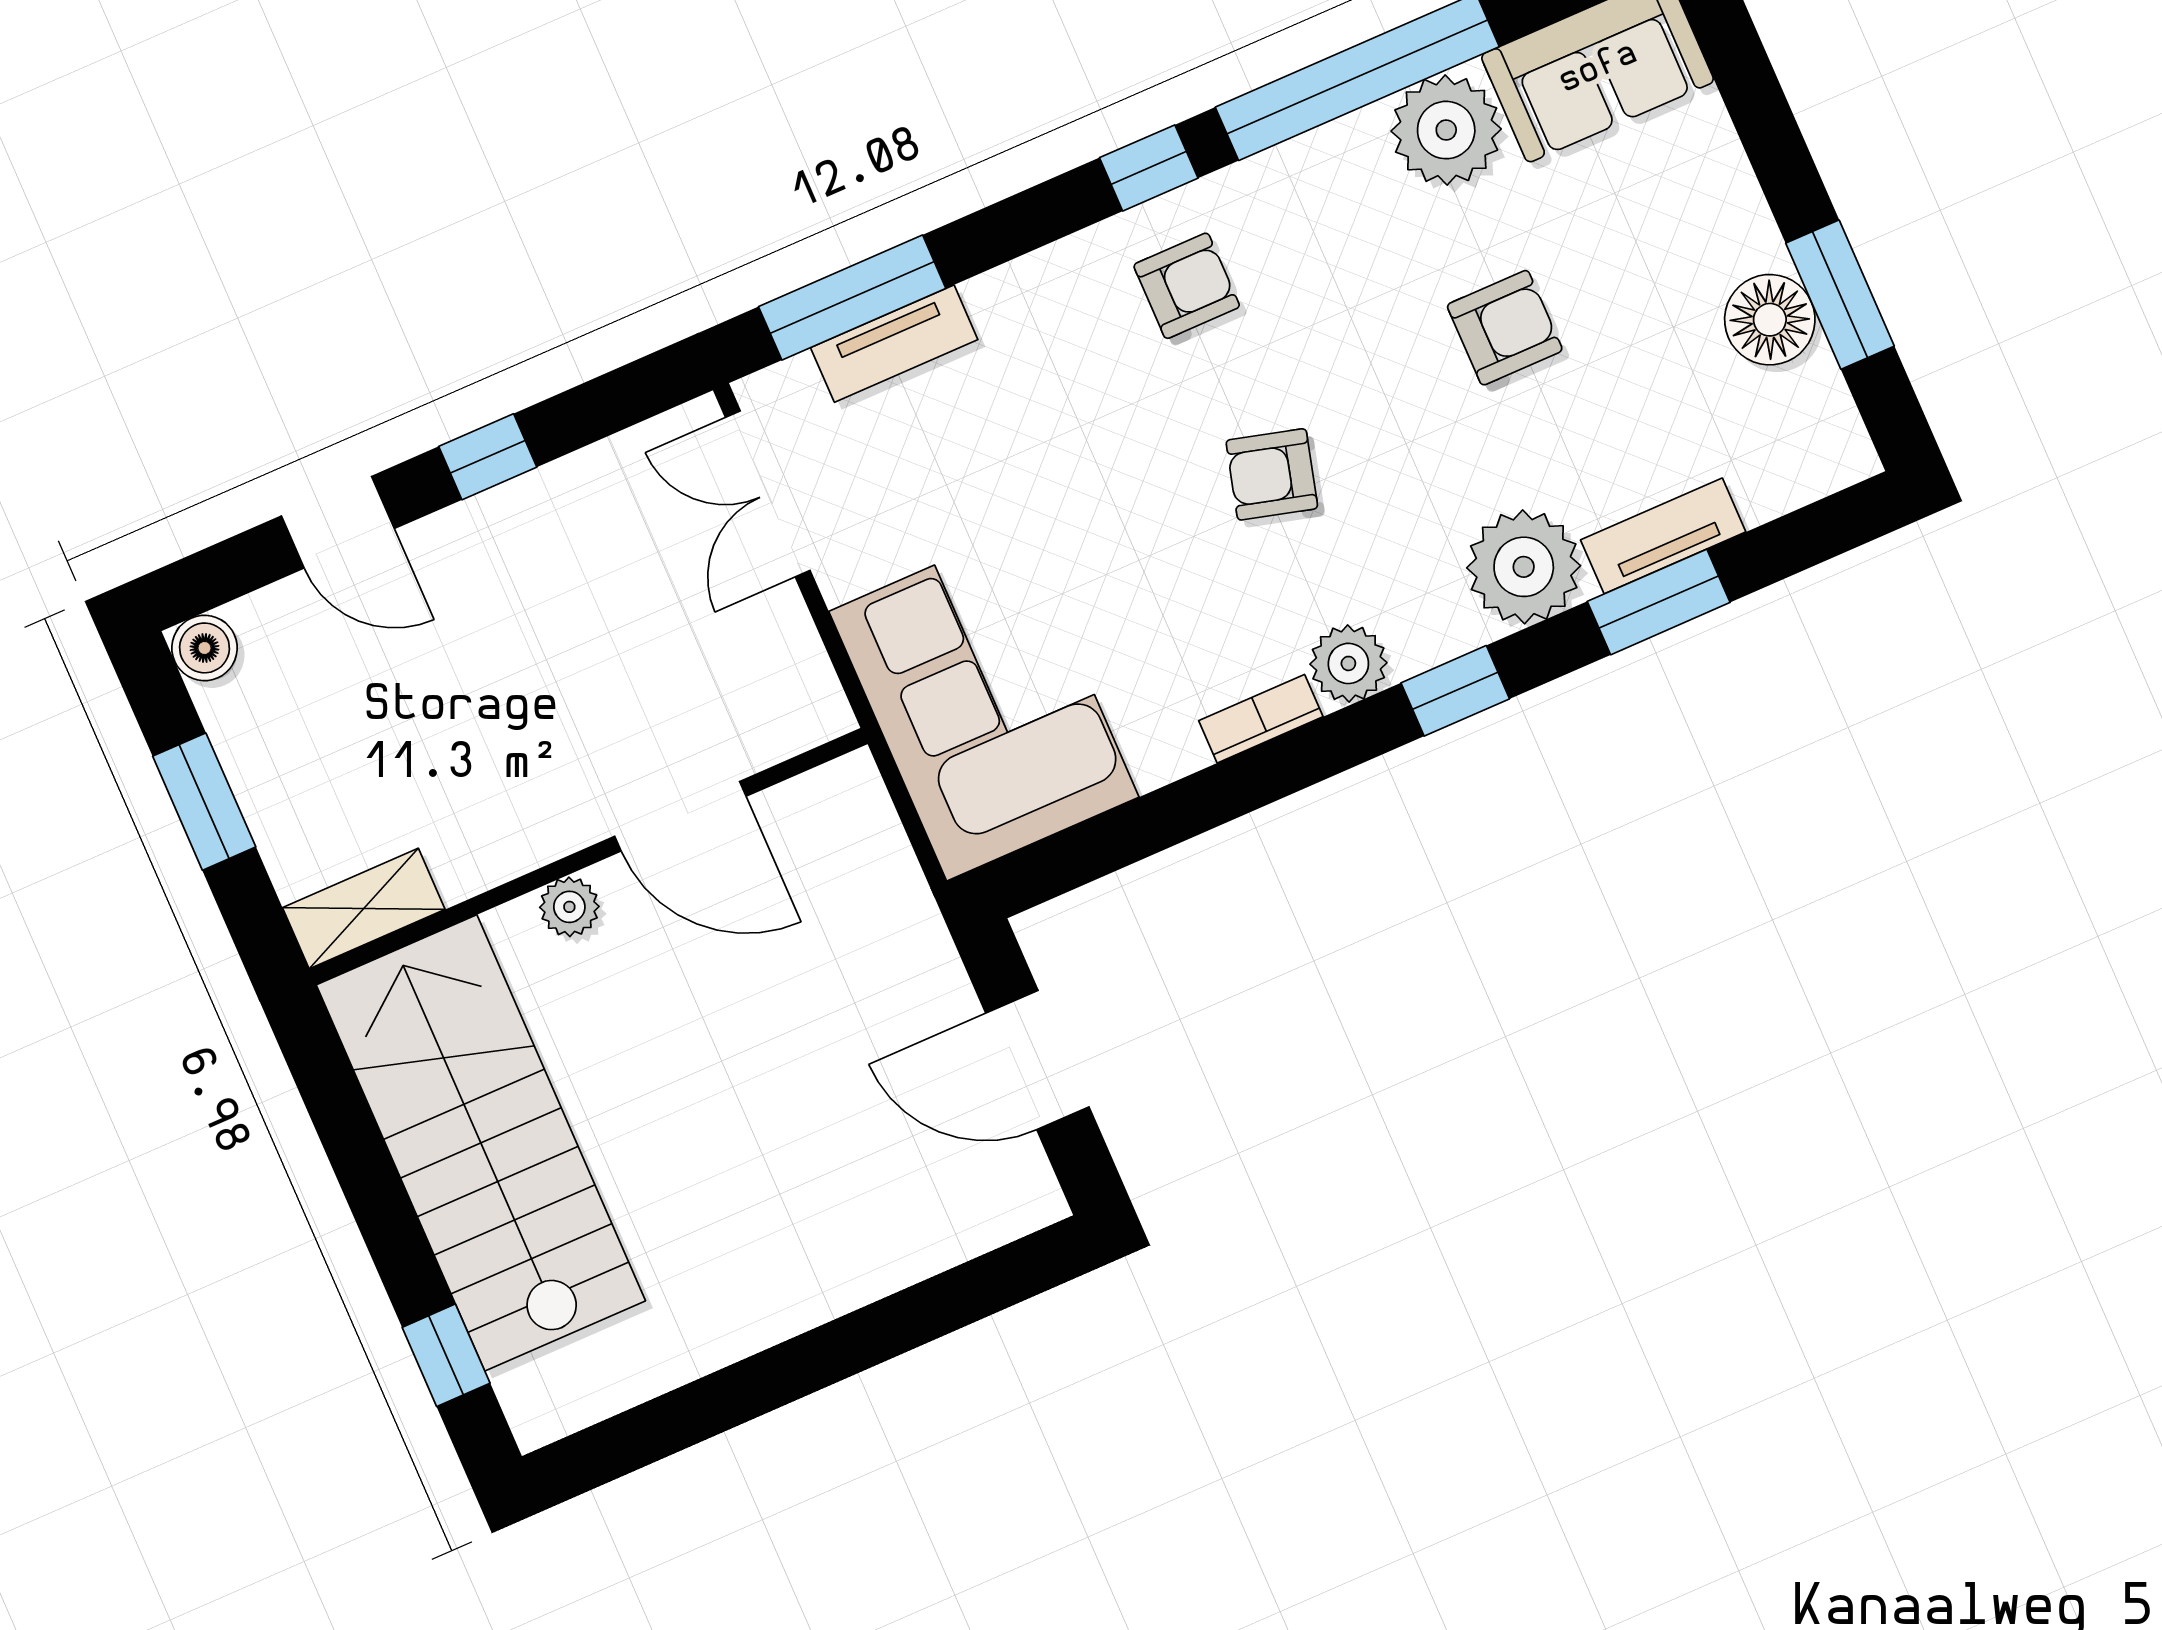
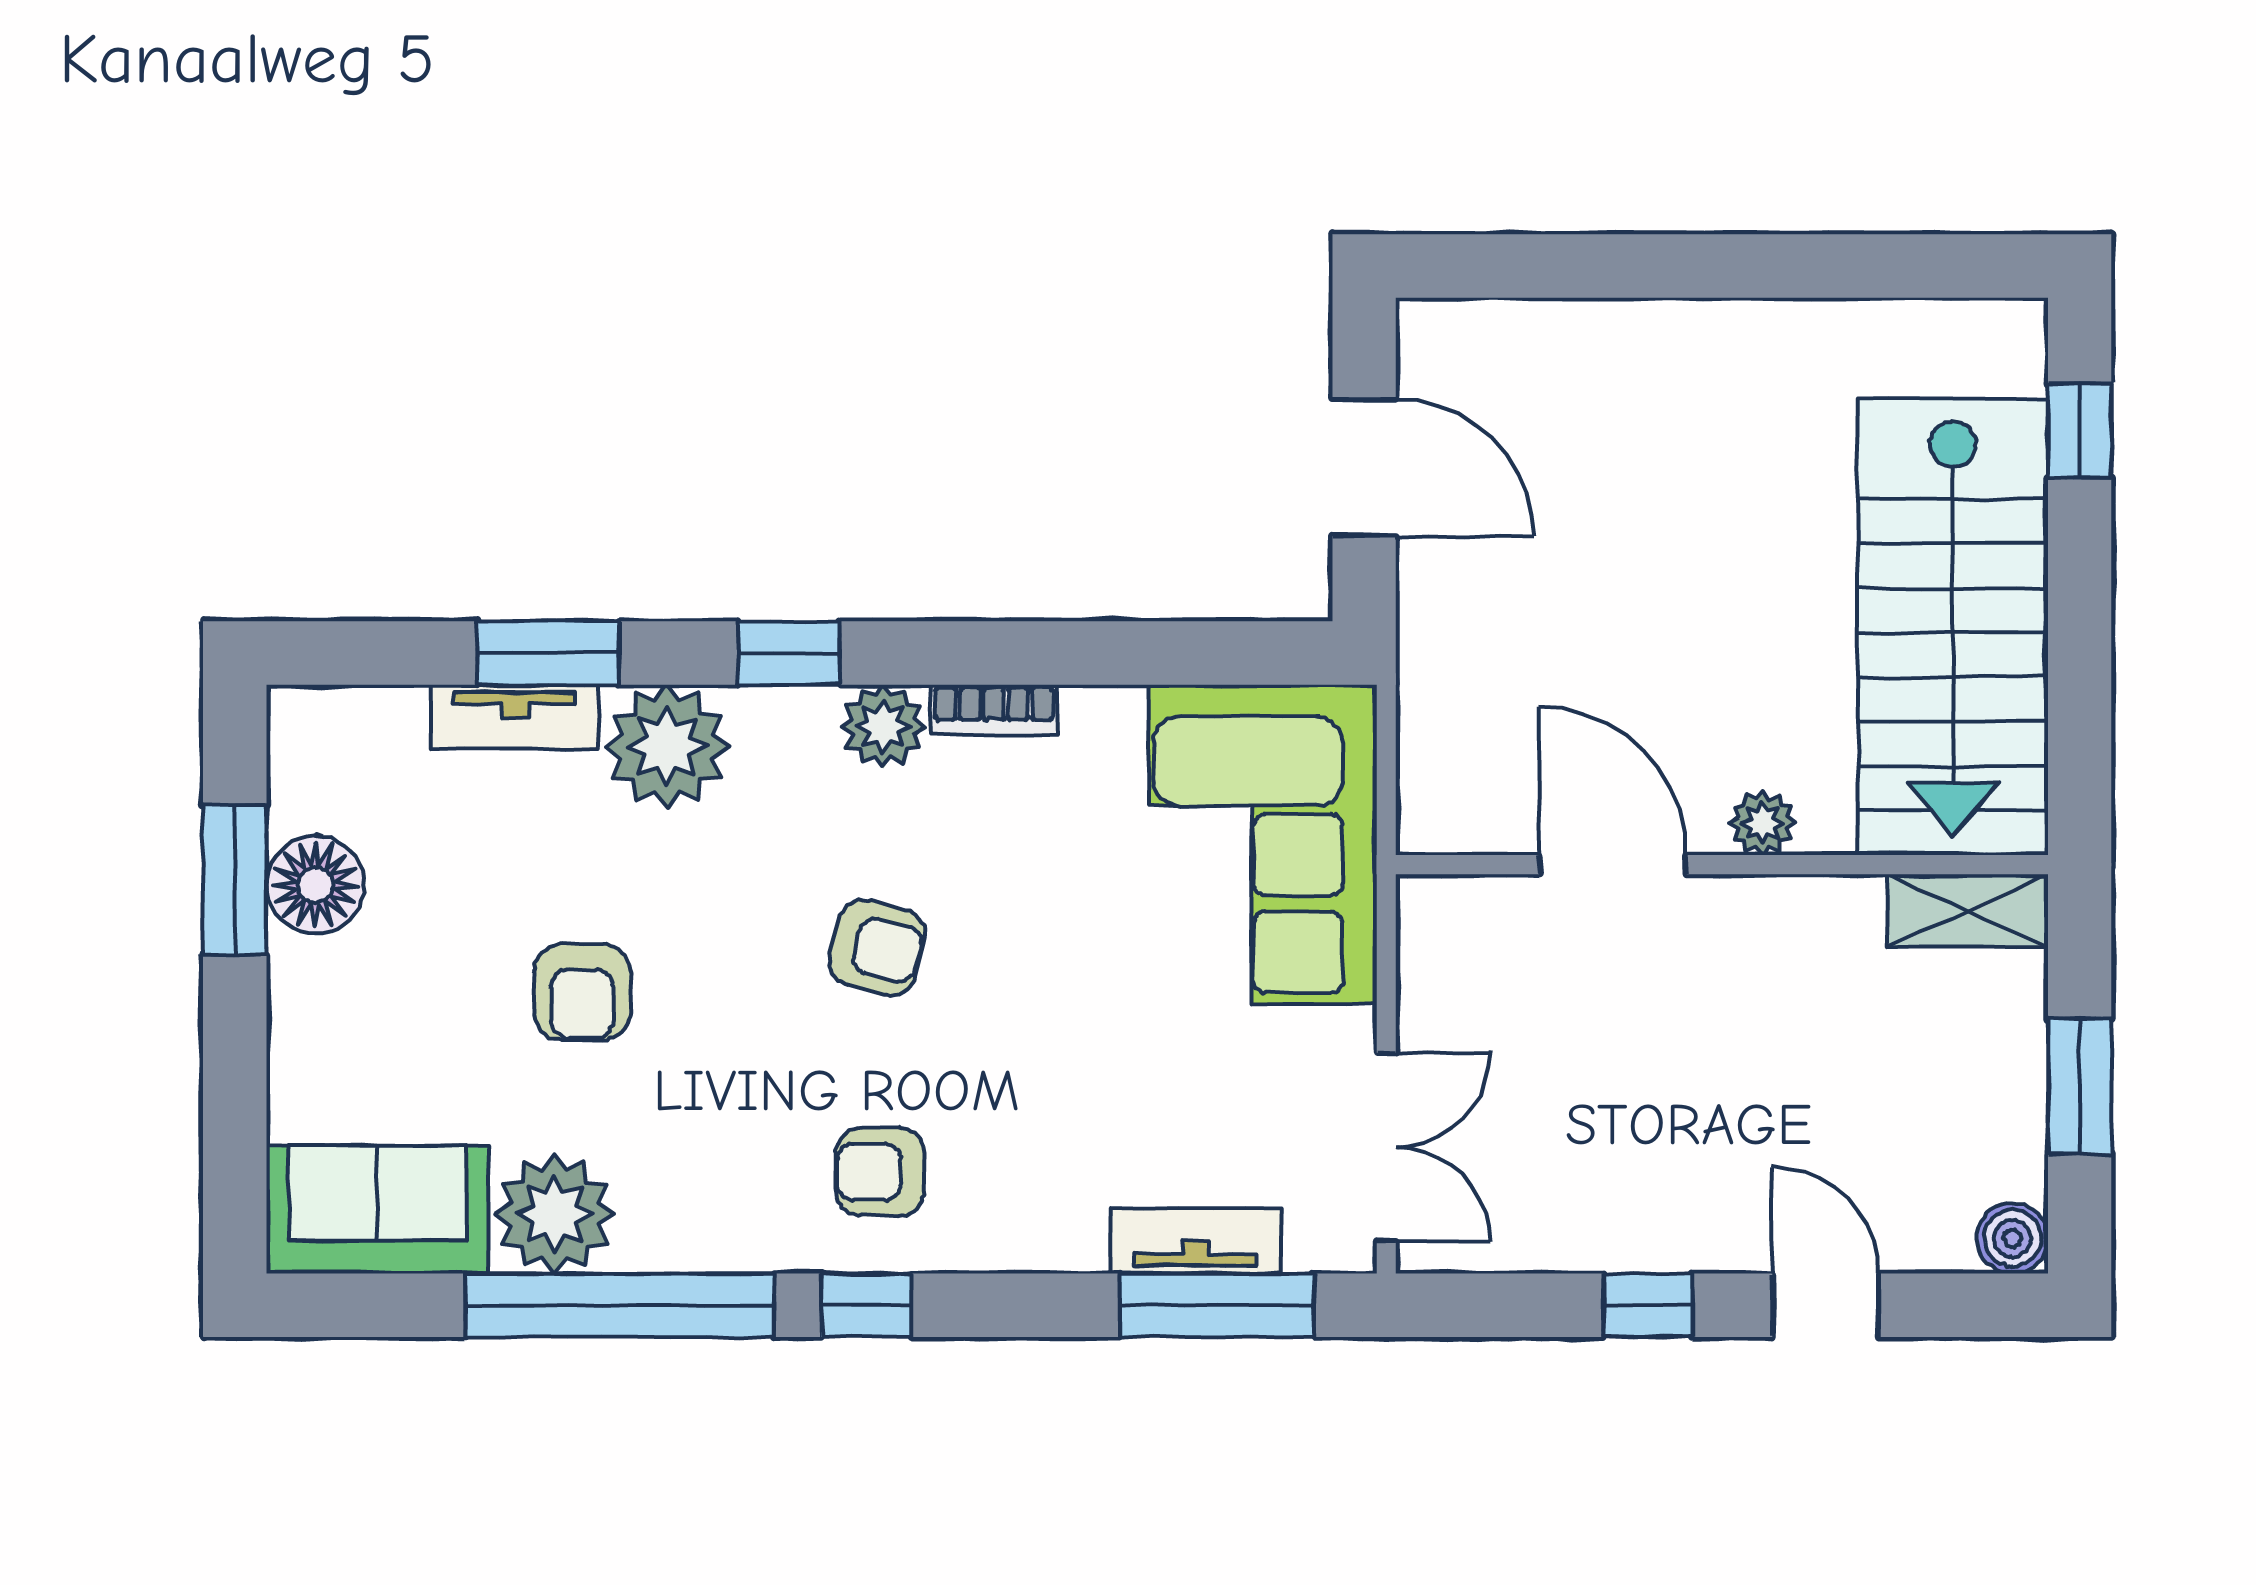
armchair: (1505, 328) -> (582, 992), turned -90

